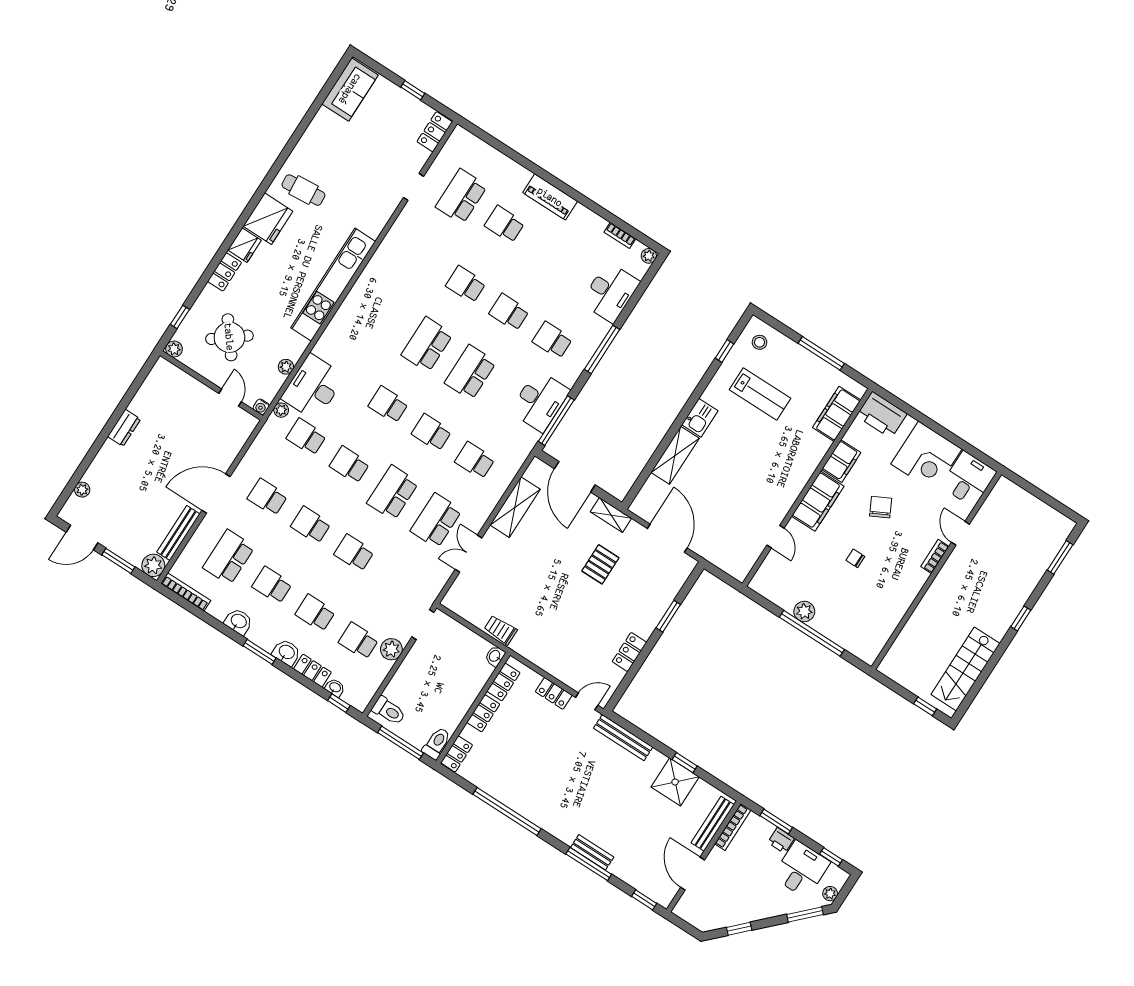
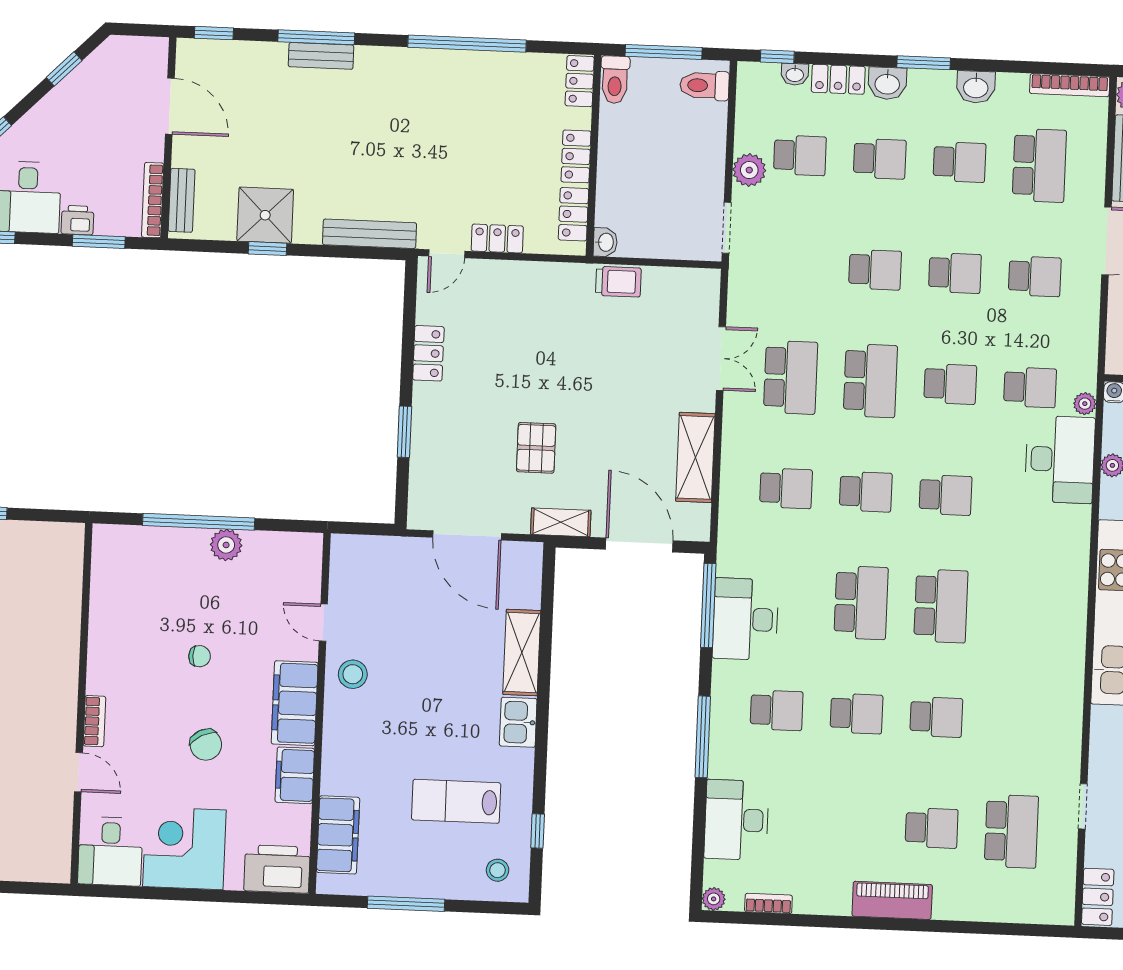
stool: (776, 498) -> (353, 674), added
bench: (713, 824) -> (182, 200), width x0.73

